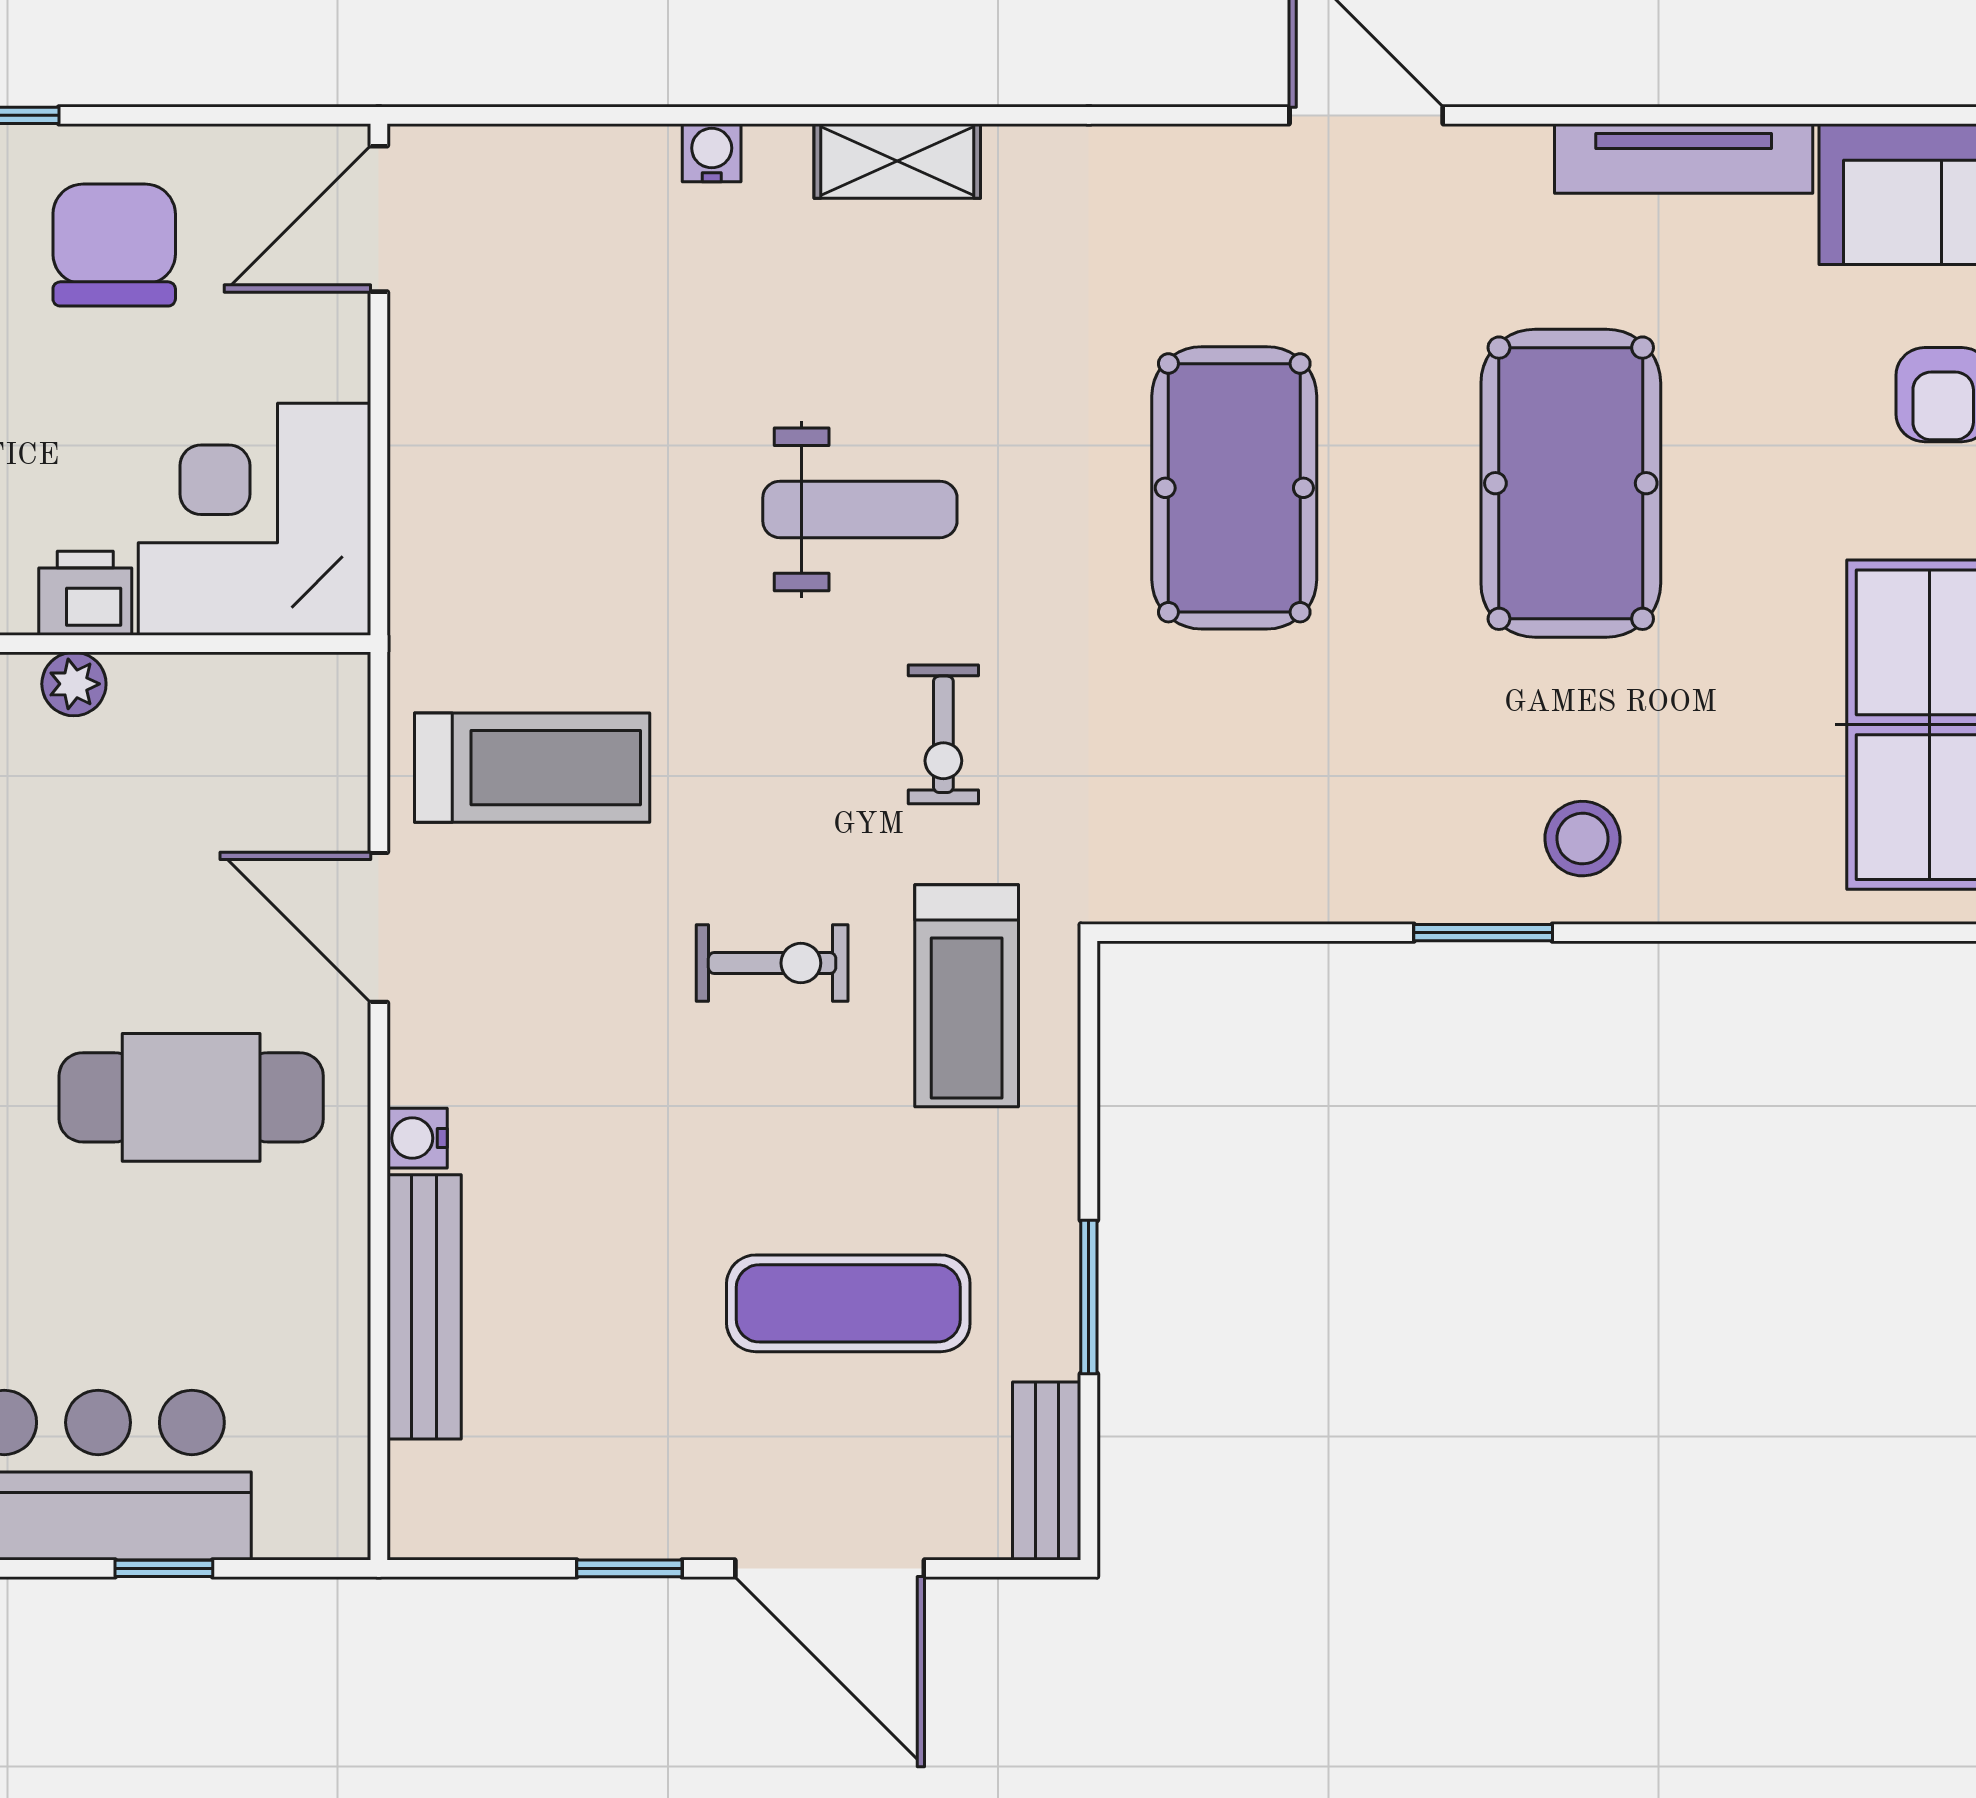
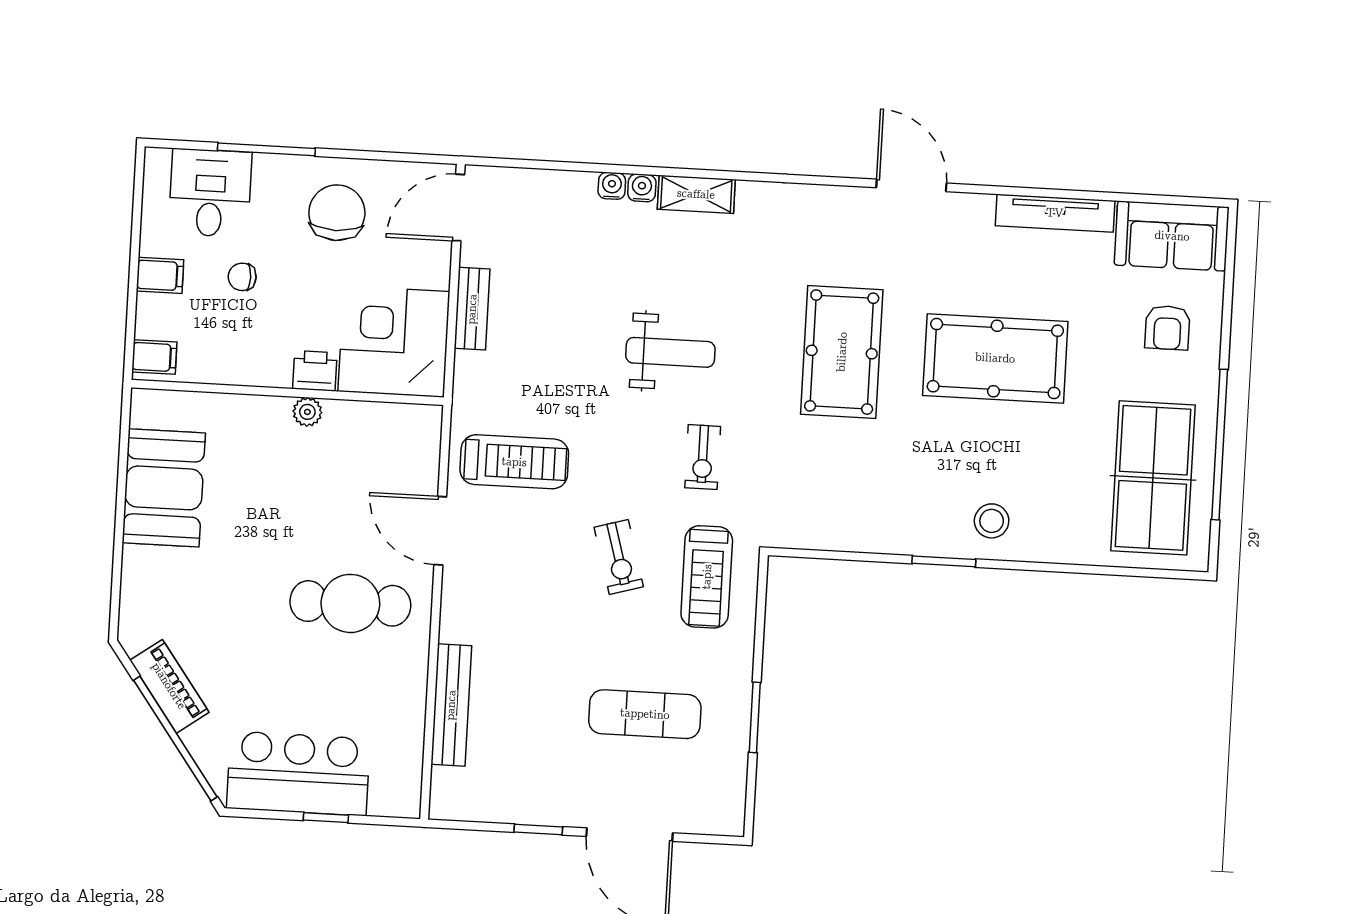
pool table: (1571, 483) -> (995, 358), turned 90
exercise bike: (772, 963) -> (619, 557), turned 74
water cooler: (417, 1138) -> (642, 188), moved, turned 90
bench: (1047, 1471) -> (472, 309), moved

